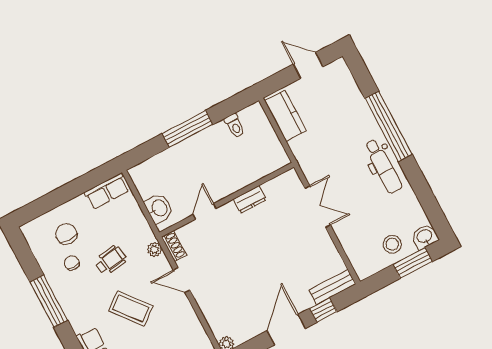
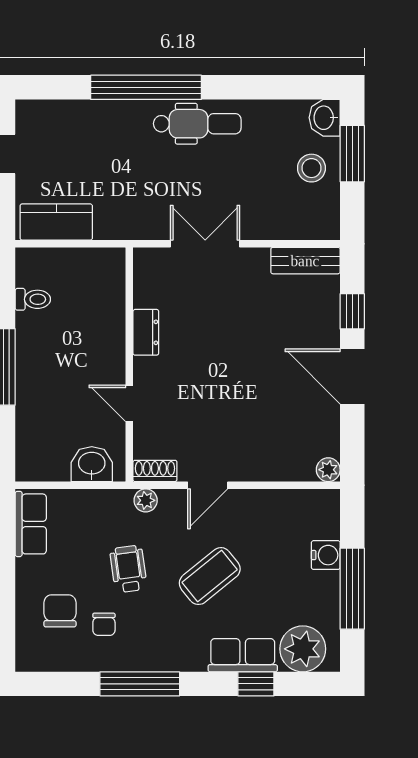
chair: (66, 234) -> (60, 611), turned 90
chair: (72, 263) -> (104, 624), turned -90
bench: (332, 287) -> (305, 261), moved, turned 90

